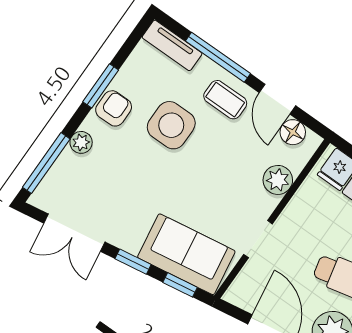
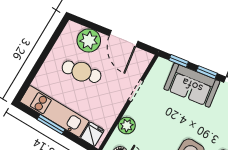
sofa: (186, 254) -> (192, 85), moved

